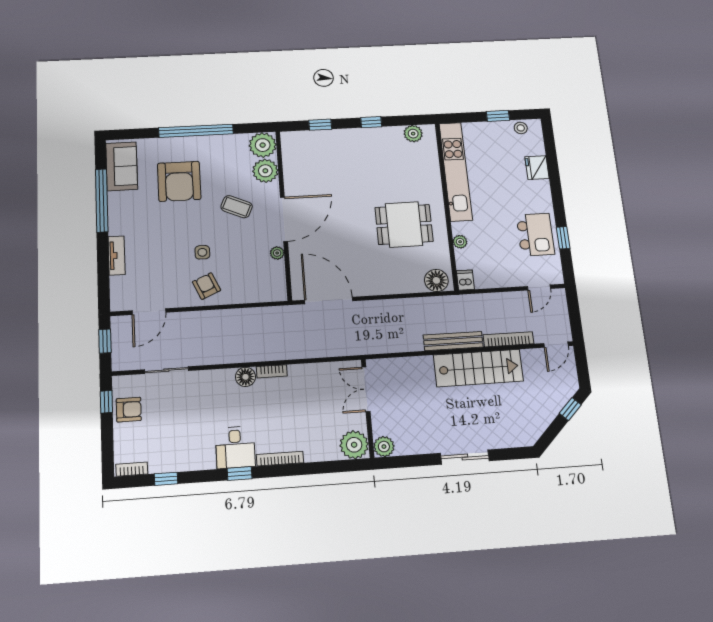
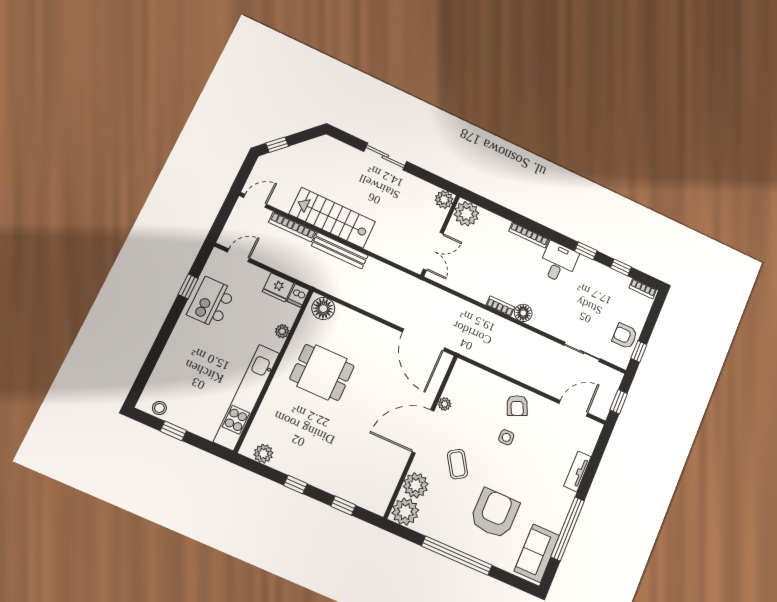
fridge: (537, 168) -> (278, 287), moved, turned 90
coffee table: (237, 207) -> (457, 464), turned 33
window: (240, 473) -> (586, 251), moved

